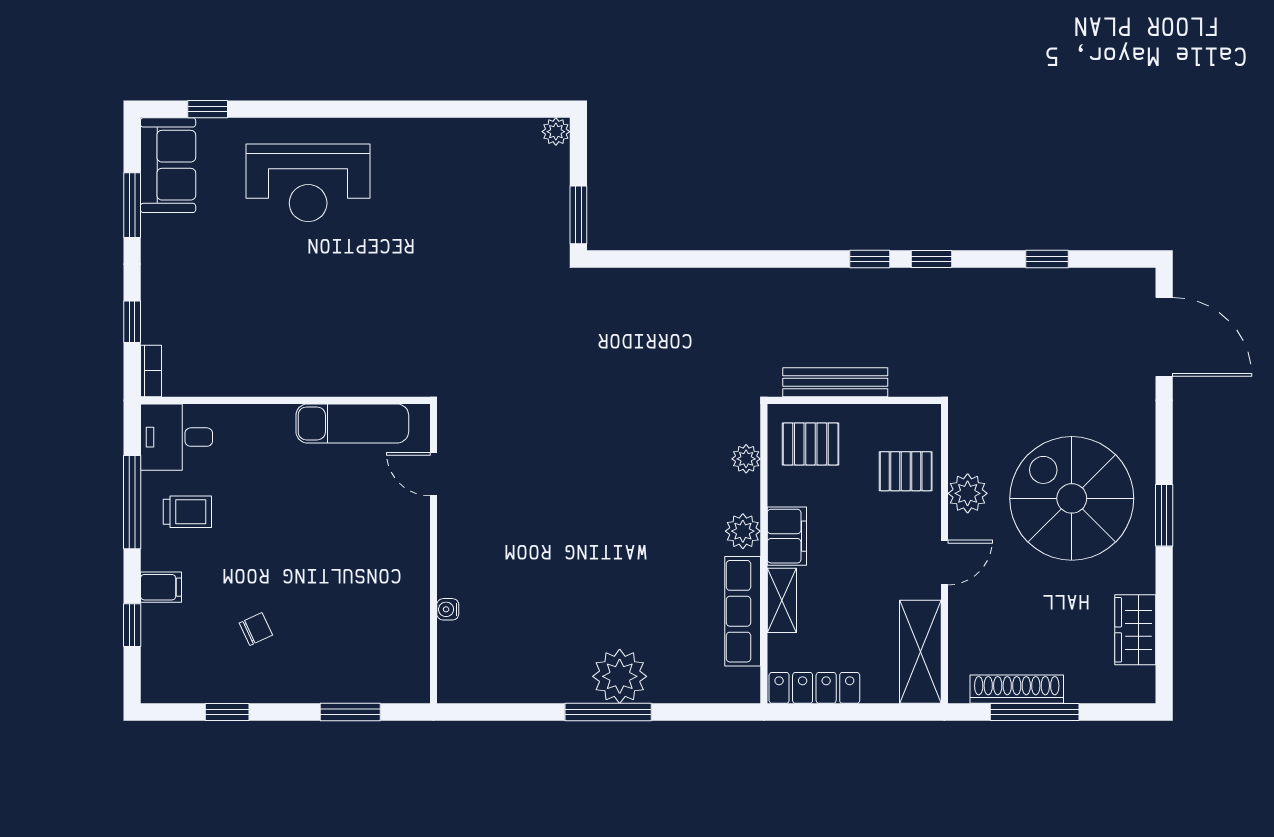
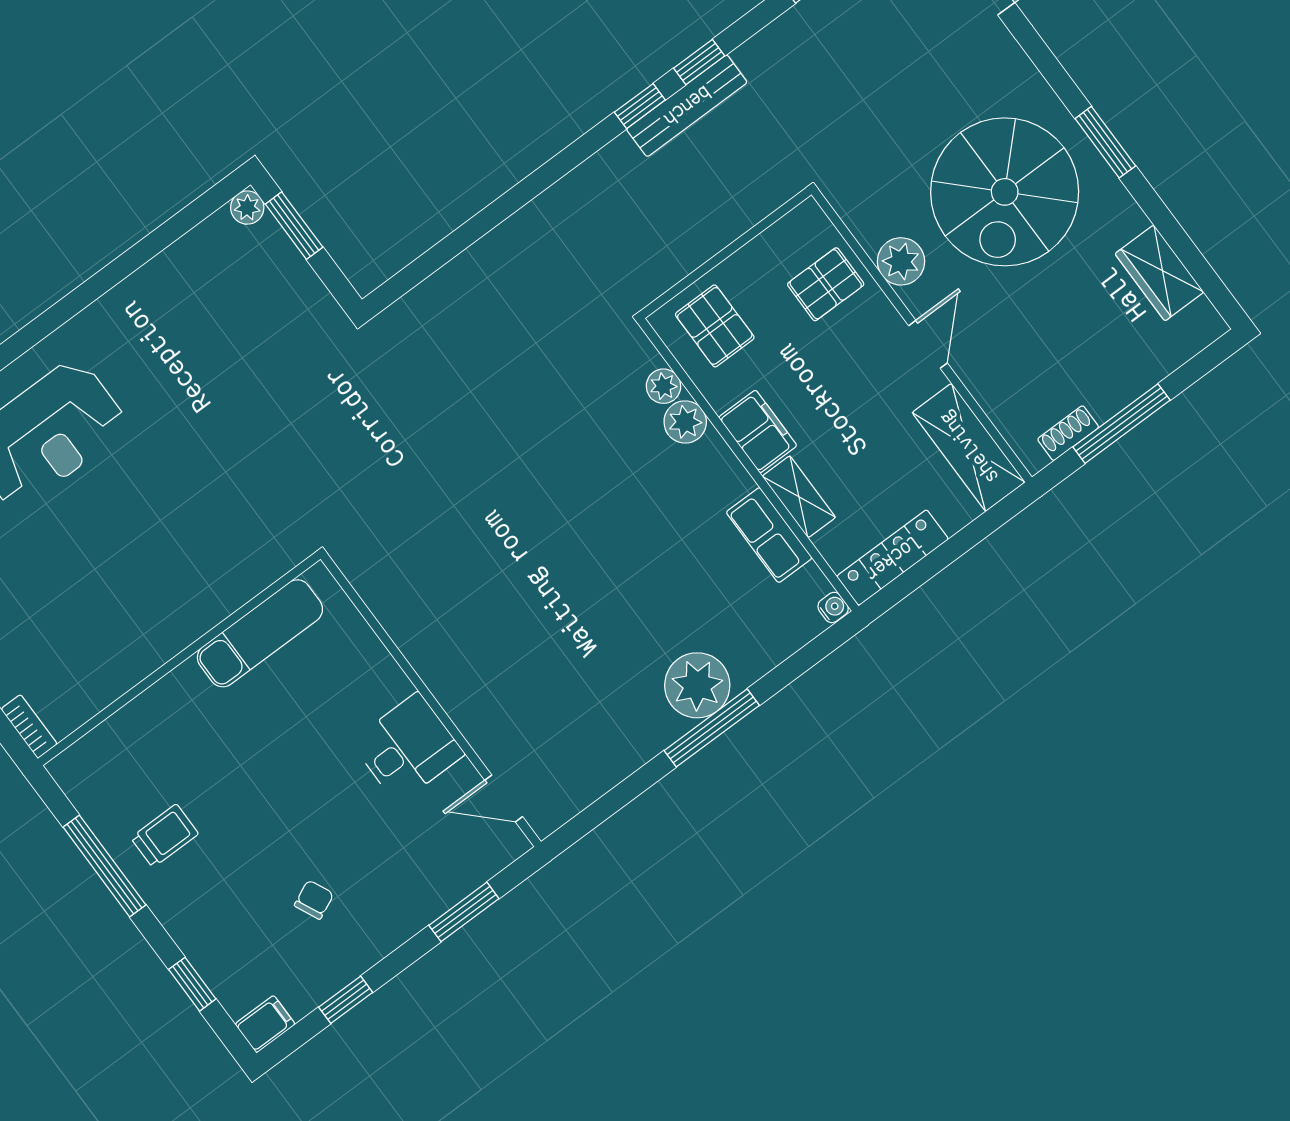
window: (578, 215) -> (294, 226), moved
bench: (835, 382) -> (687, 106), moved
desk: (176, 437) -> (408, 748), moved, turned 180
pallet: (811, 444) -> (715, 326), turned 90
door: (434, 474) -> (504, 798), moved
spiral stairs: (1072, 498) -> (1005, 192), turned -90
plant: (743, 531) -> (685, 422), moved
filing cabinet: (161, 587) -> (265, 1024), moved
water cooler: (448, 609) -> (833, 607), moved, turned 180
row of seats: (743, 611) -> (769, 535), width x0.68
shoe rack: (1017, 689) -> (1068, 433), width x0.51, depth x0.81

